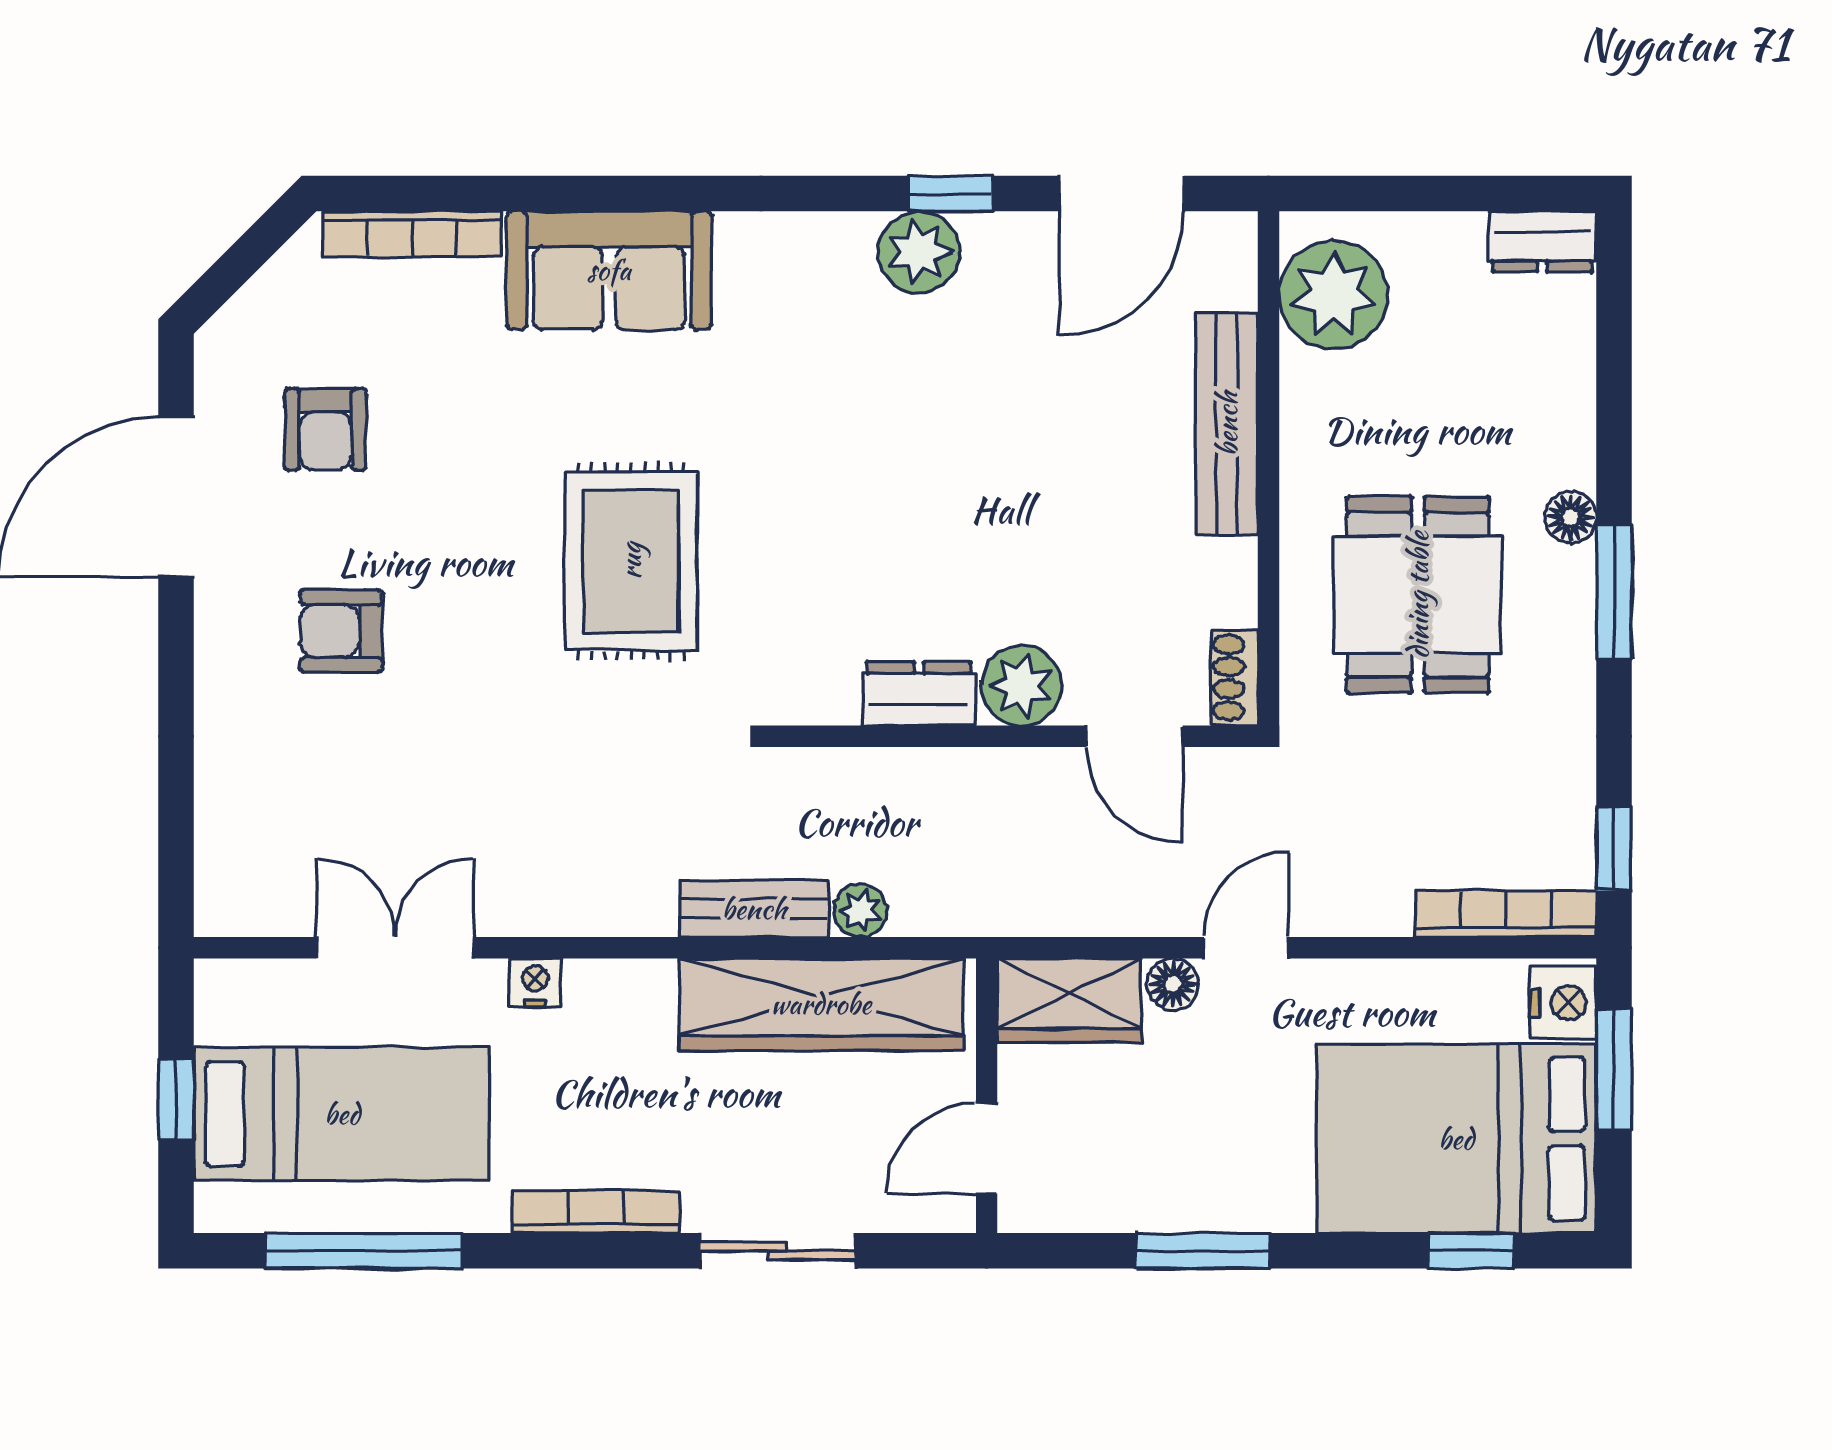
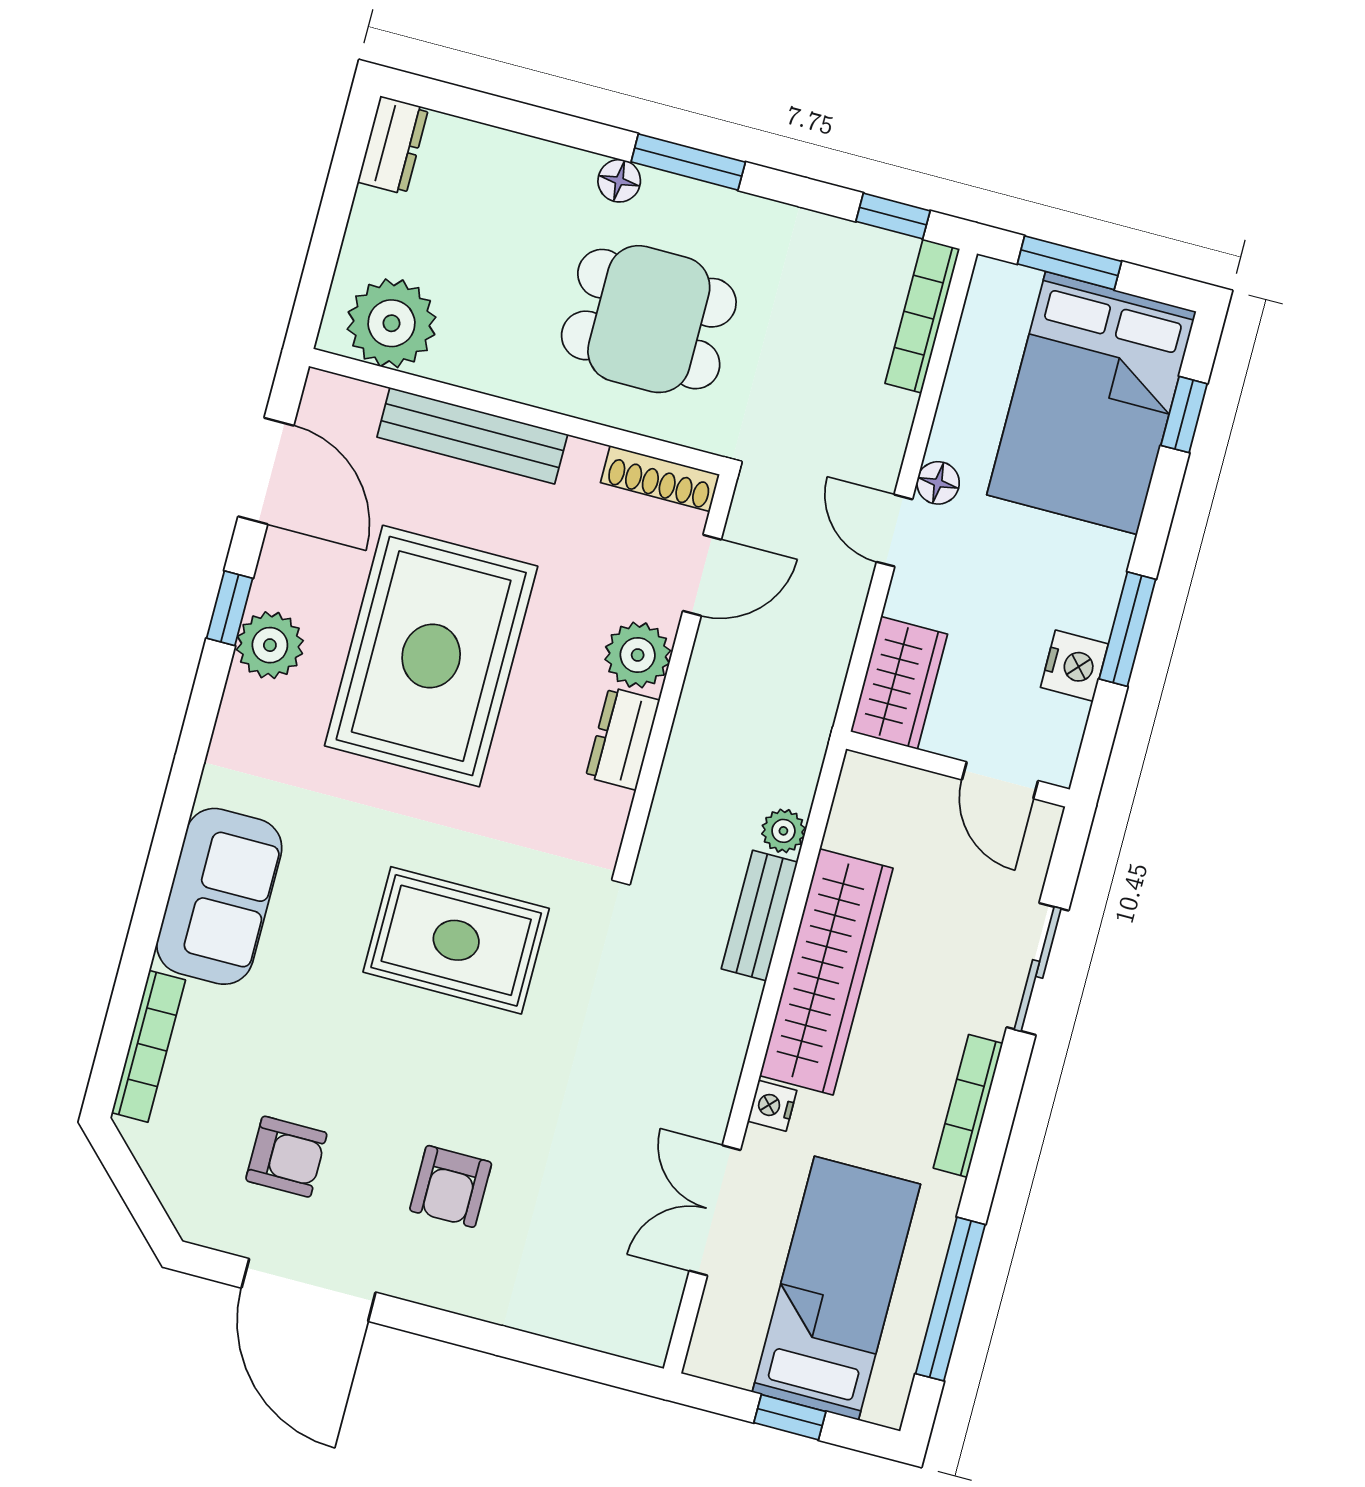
rug: (956, 444) -> (431, 656), added
shoe rack: (1235, 678) -> (660, 479), width x1.43
floor lamp: (1173, 984) -> (938, 483), moved
nightstand: (1563, 1003) -> (1074, 666), moved, turned 90
wardrobe: (821, 1004) -> (826, 972), moved

